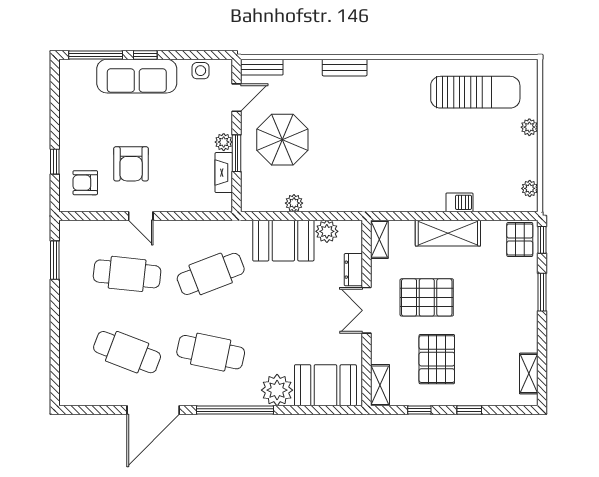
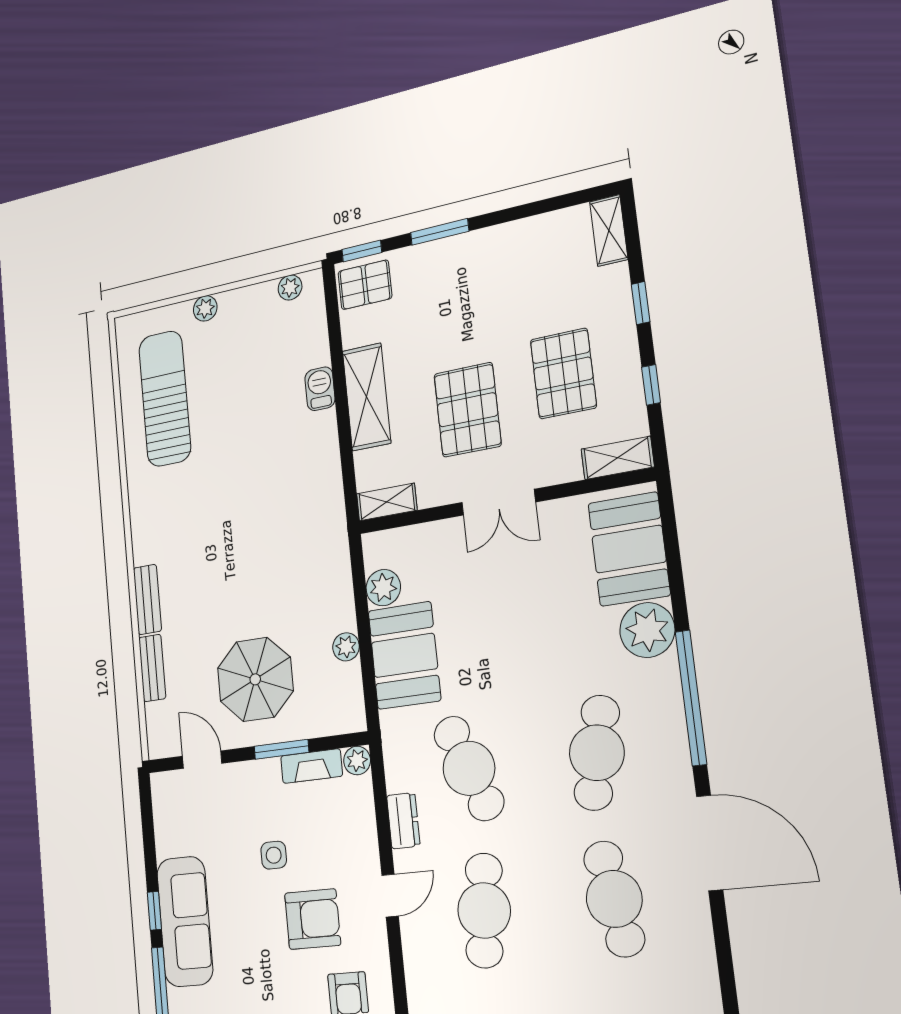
bench: (262, 67) -> (152, 668), moved
side table: (201, 71) -> (274, 855), moved
plant: (224, 142) -> (357, 761), moved
dresser: (353, 270) -> (403, 821), moved, turned -90
cafe table: (127, 352) -> (614, 899), turned -30
pallet: (437, 359) -> (563, 374), turned 90
shelving: (529, 374) -> (609, 231), moved, turned 90

